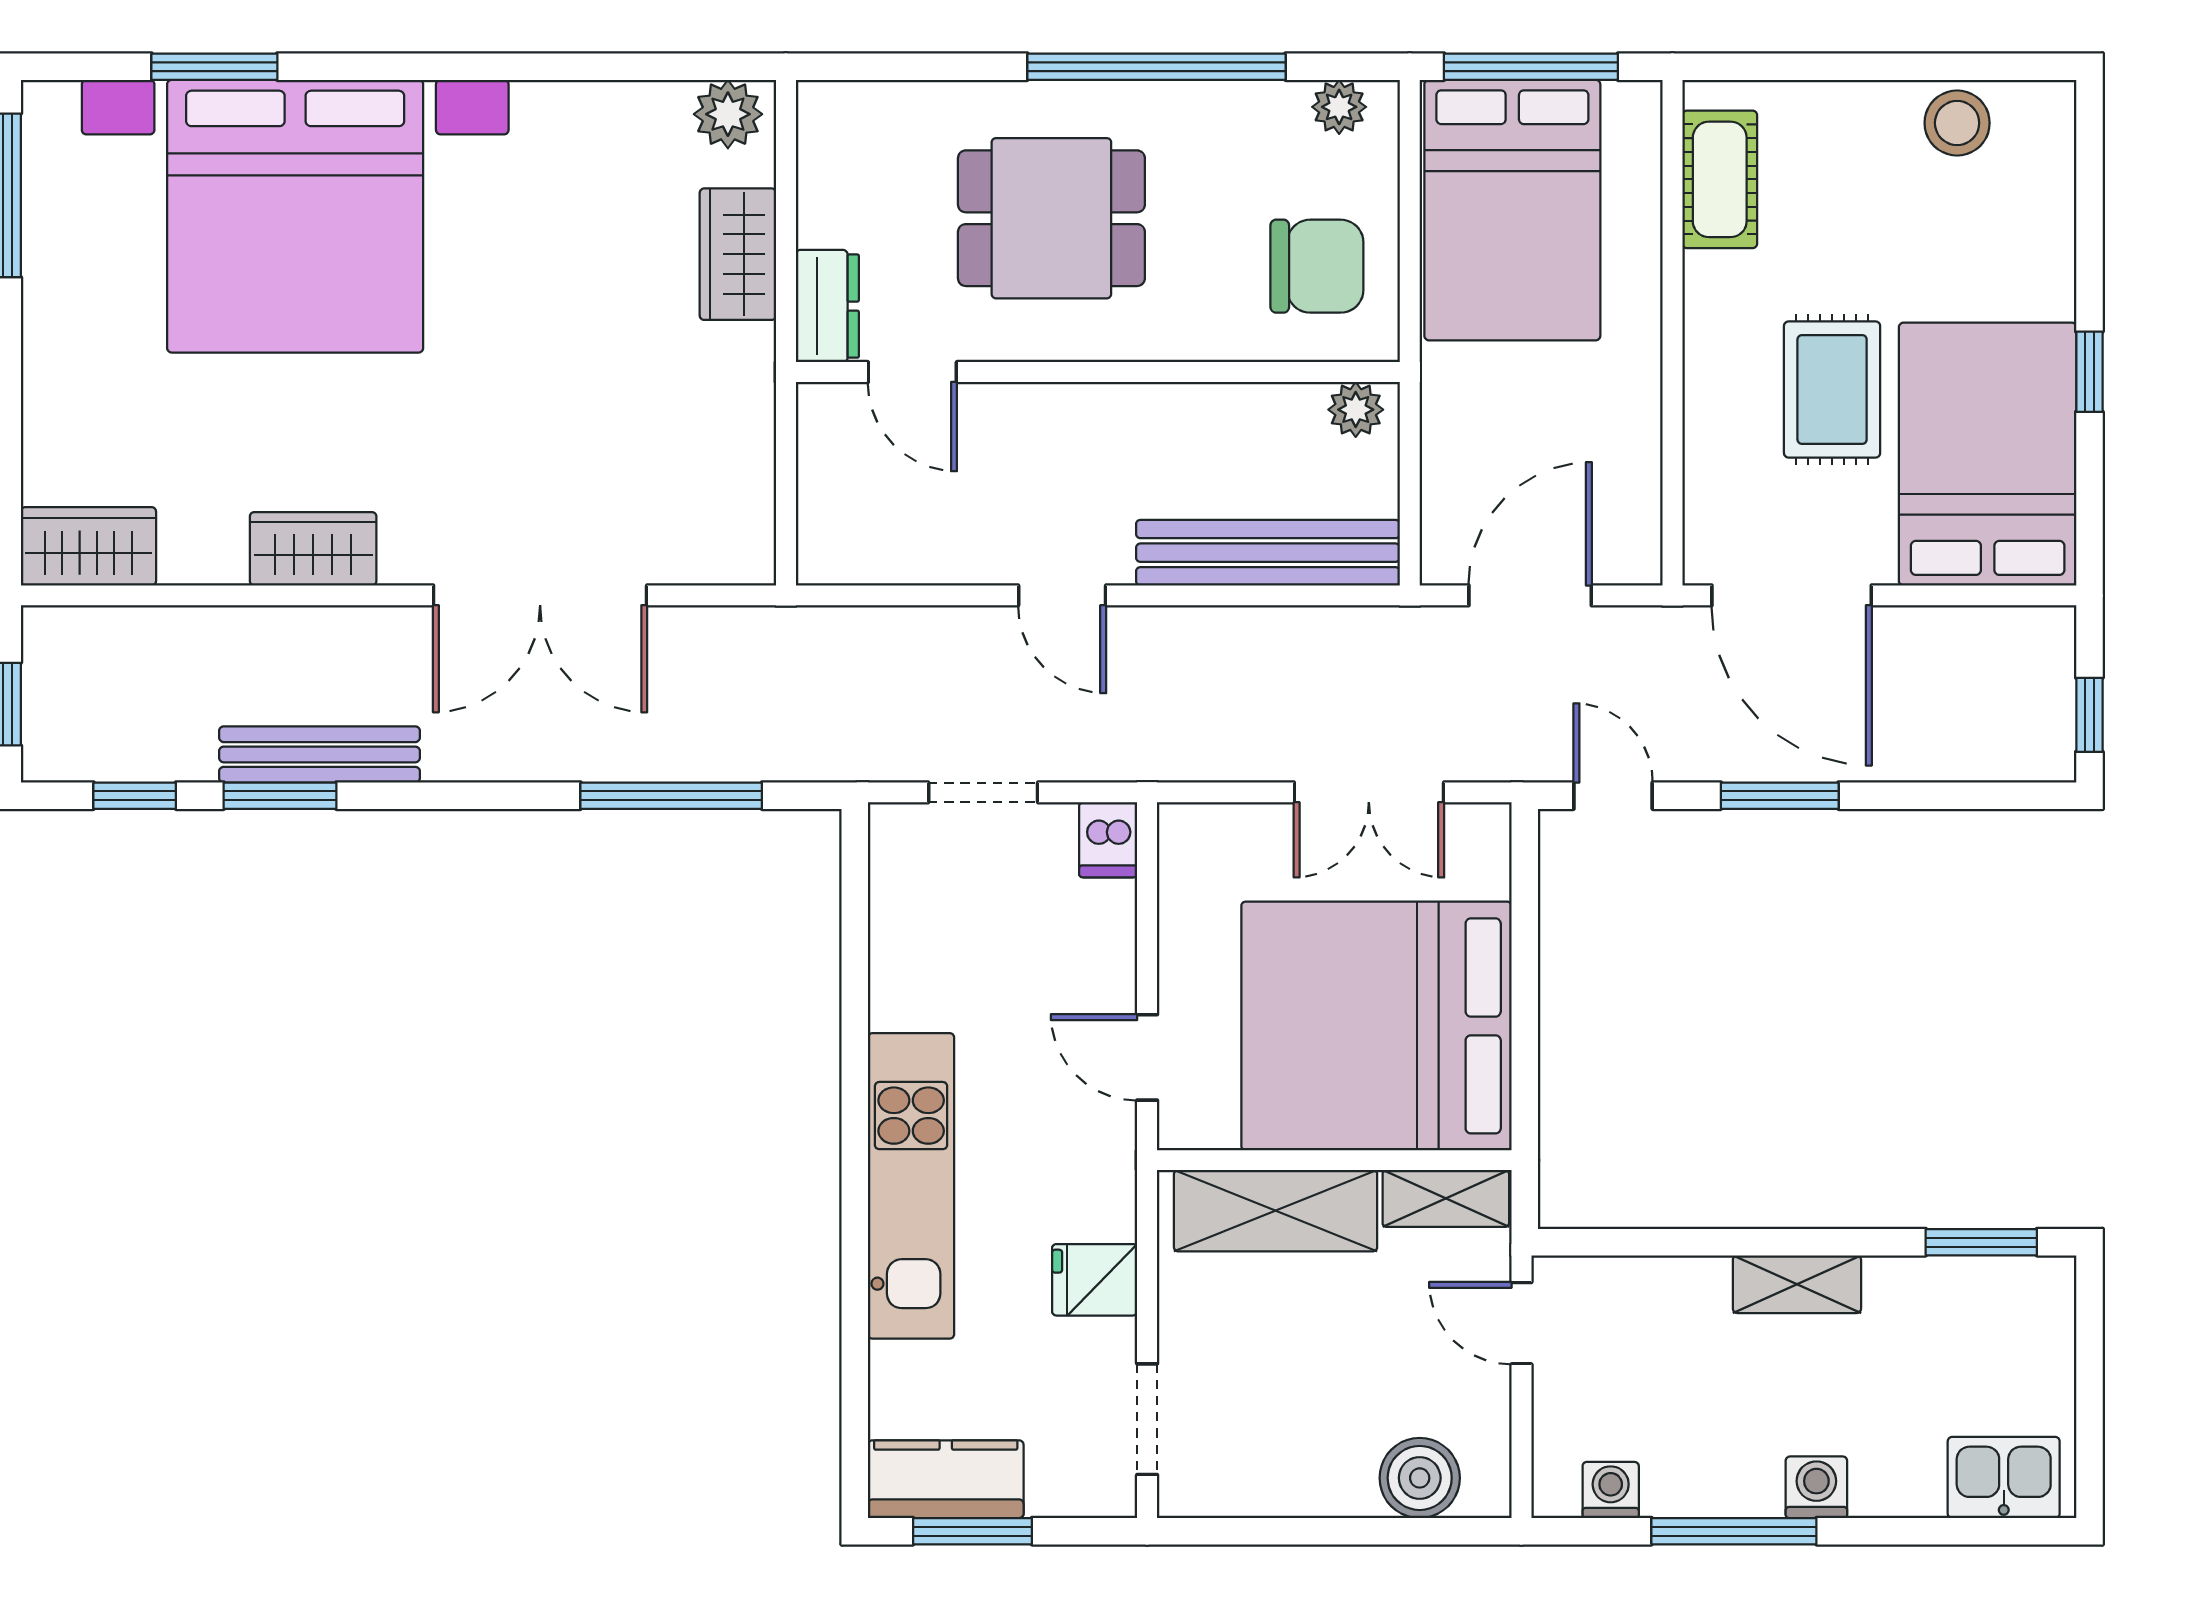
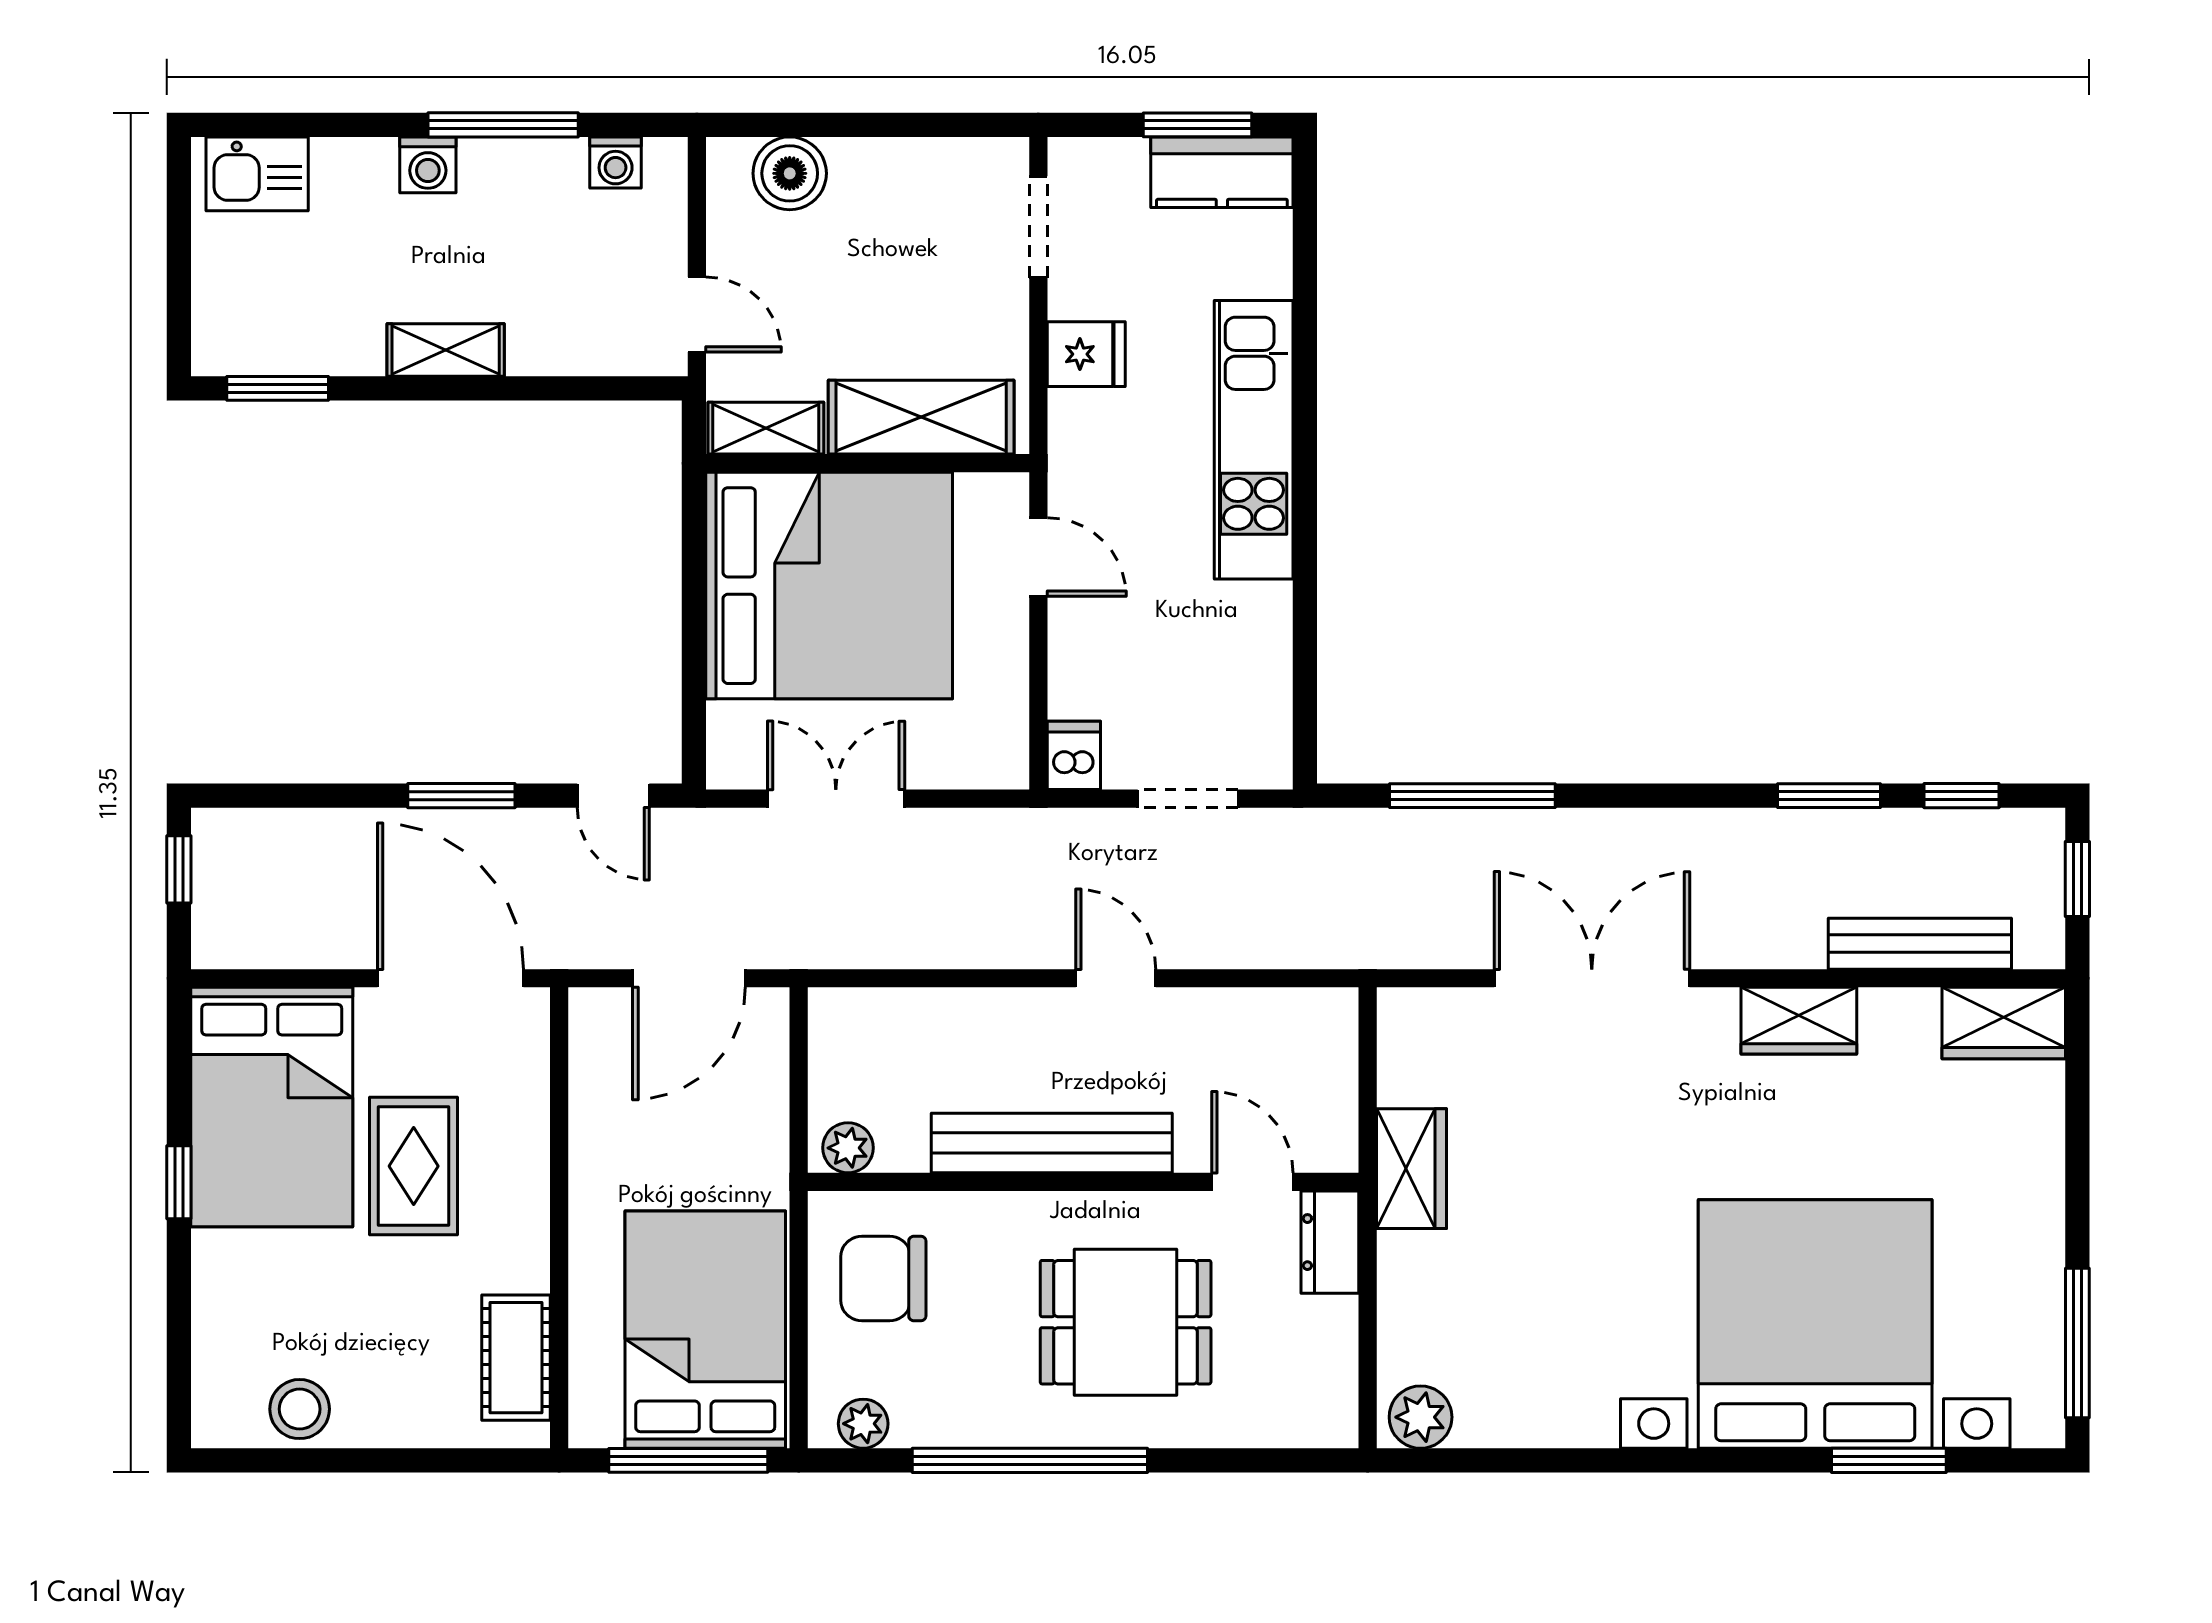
wardrobe: (738, 254) -> (1411, 1169), moved
bench: (1268, 553) -> (1052, 1143), moved
bench: (320, 754) -> (1920, 944), moved

